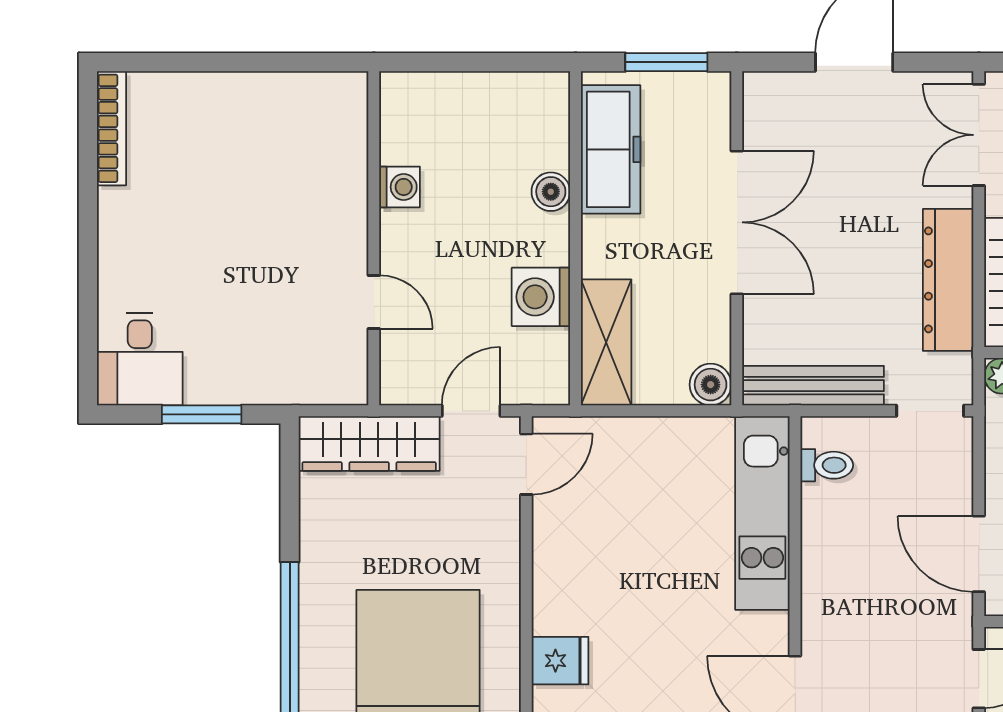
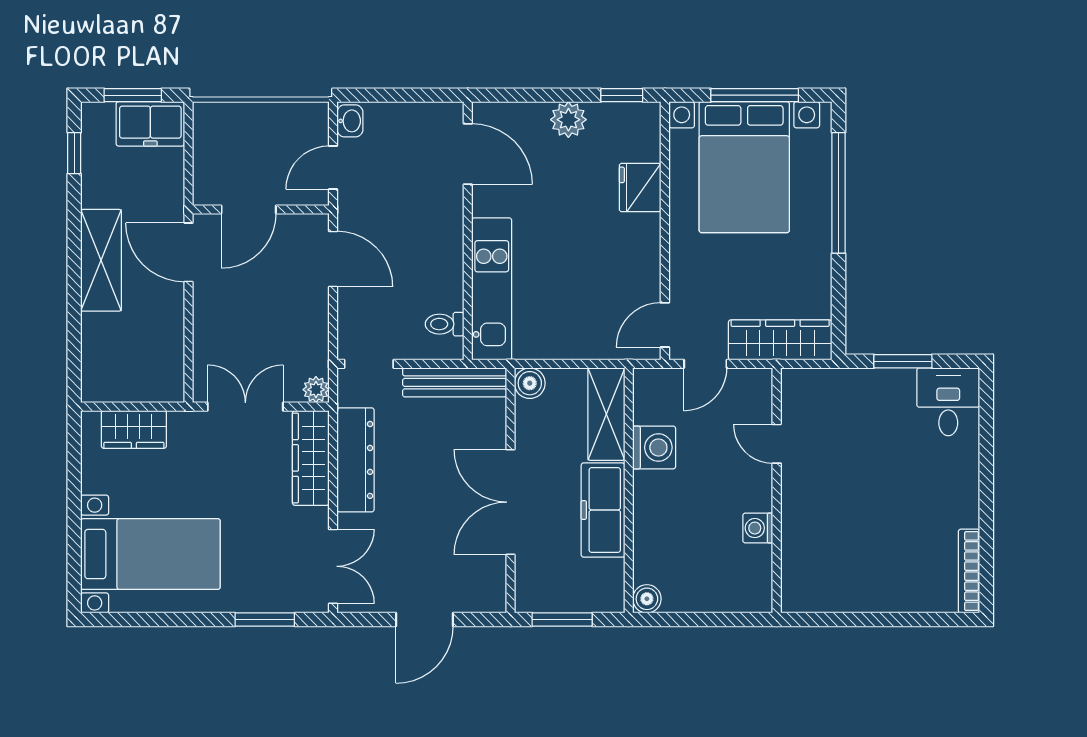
freezer: (611, 149) -> (603, 510), moved
boiler: (551, 192) -> (647, 599), moved
fridge: (560, 661) -> (640, 187), width x1.38

